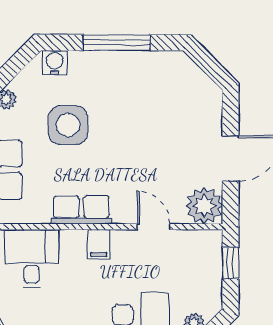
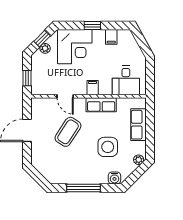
coffee table: (148, 155) -> (68, 132), added
plant: (204, 206) -> (40, 107), removed

